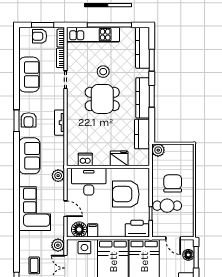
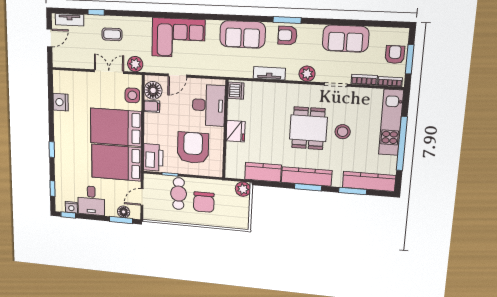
tv unit: (59, 123) -> (269, 73), moved
fridge: (119, 158) -> (236, 131), moved
dishwasher: (85, 159) -> (236, 91), moved
plant: (58, 176) -> (307, 74), moved
chair: (173, 183) -> (204, 202), turned 90

